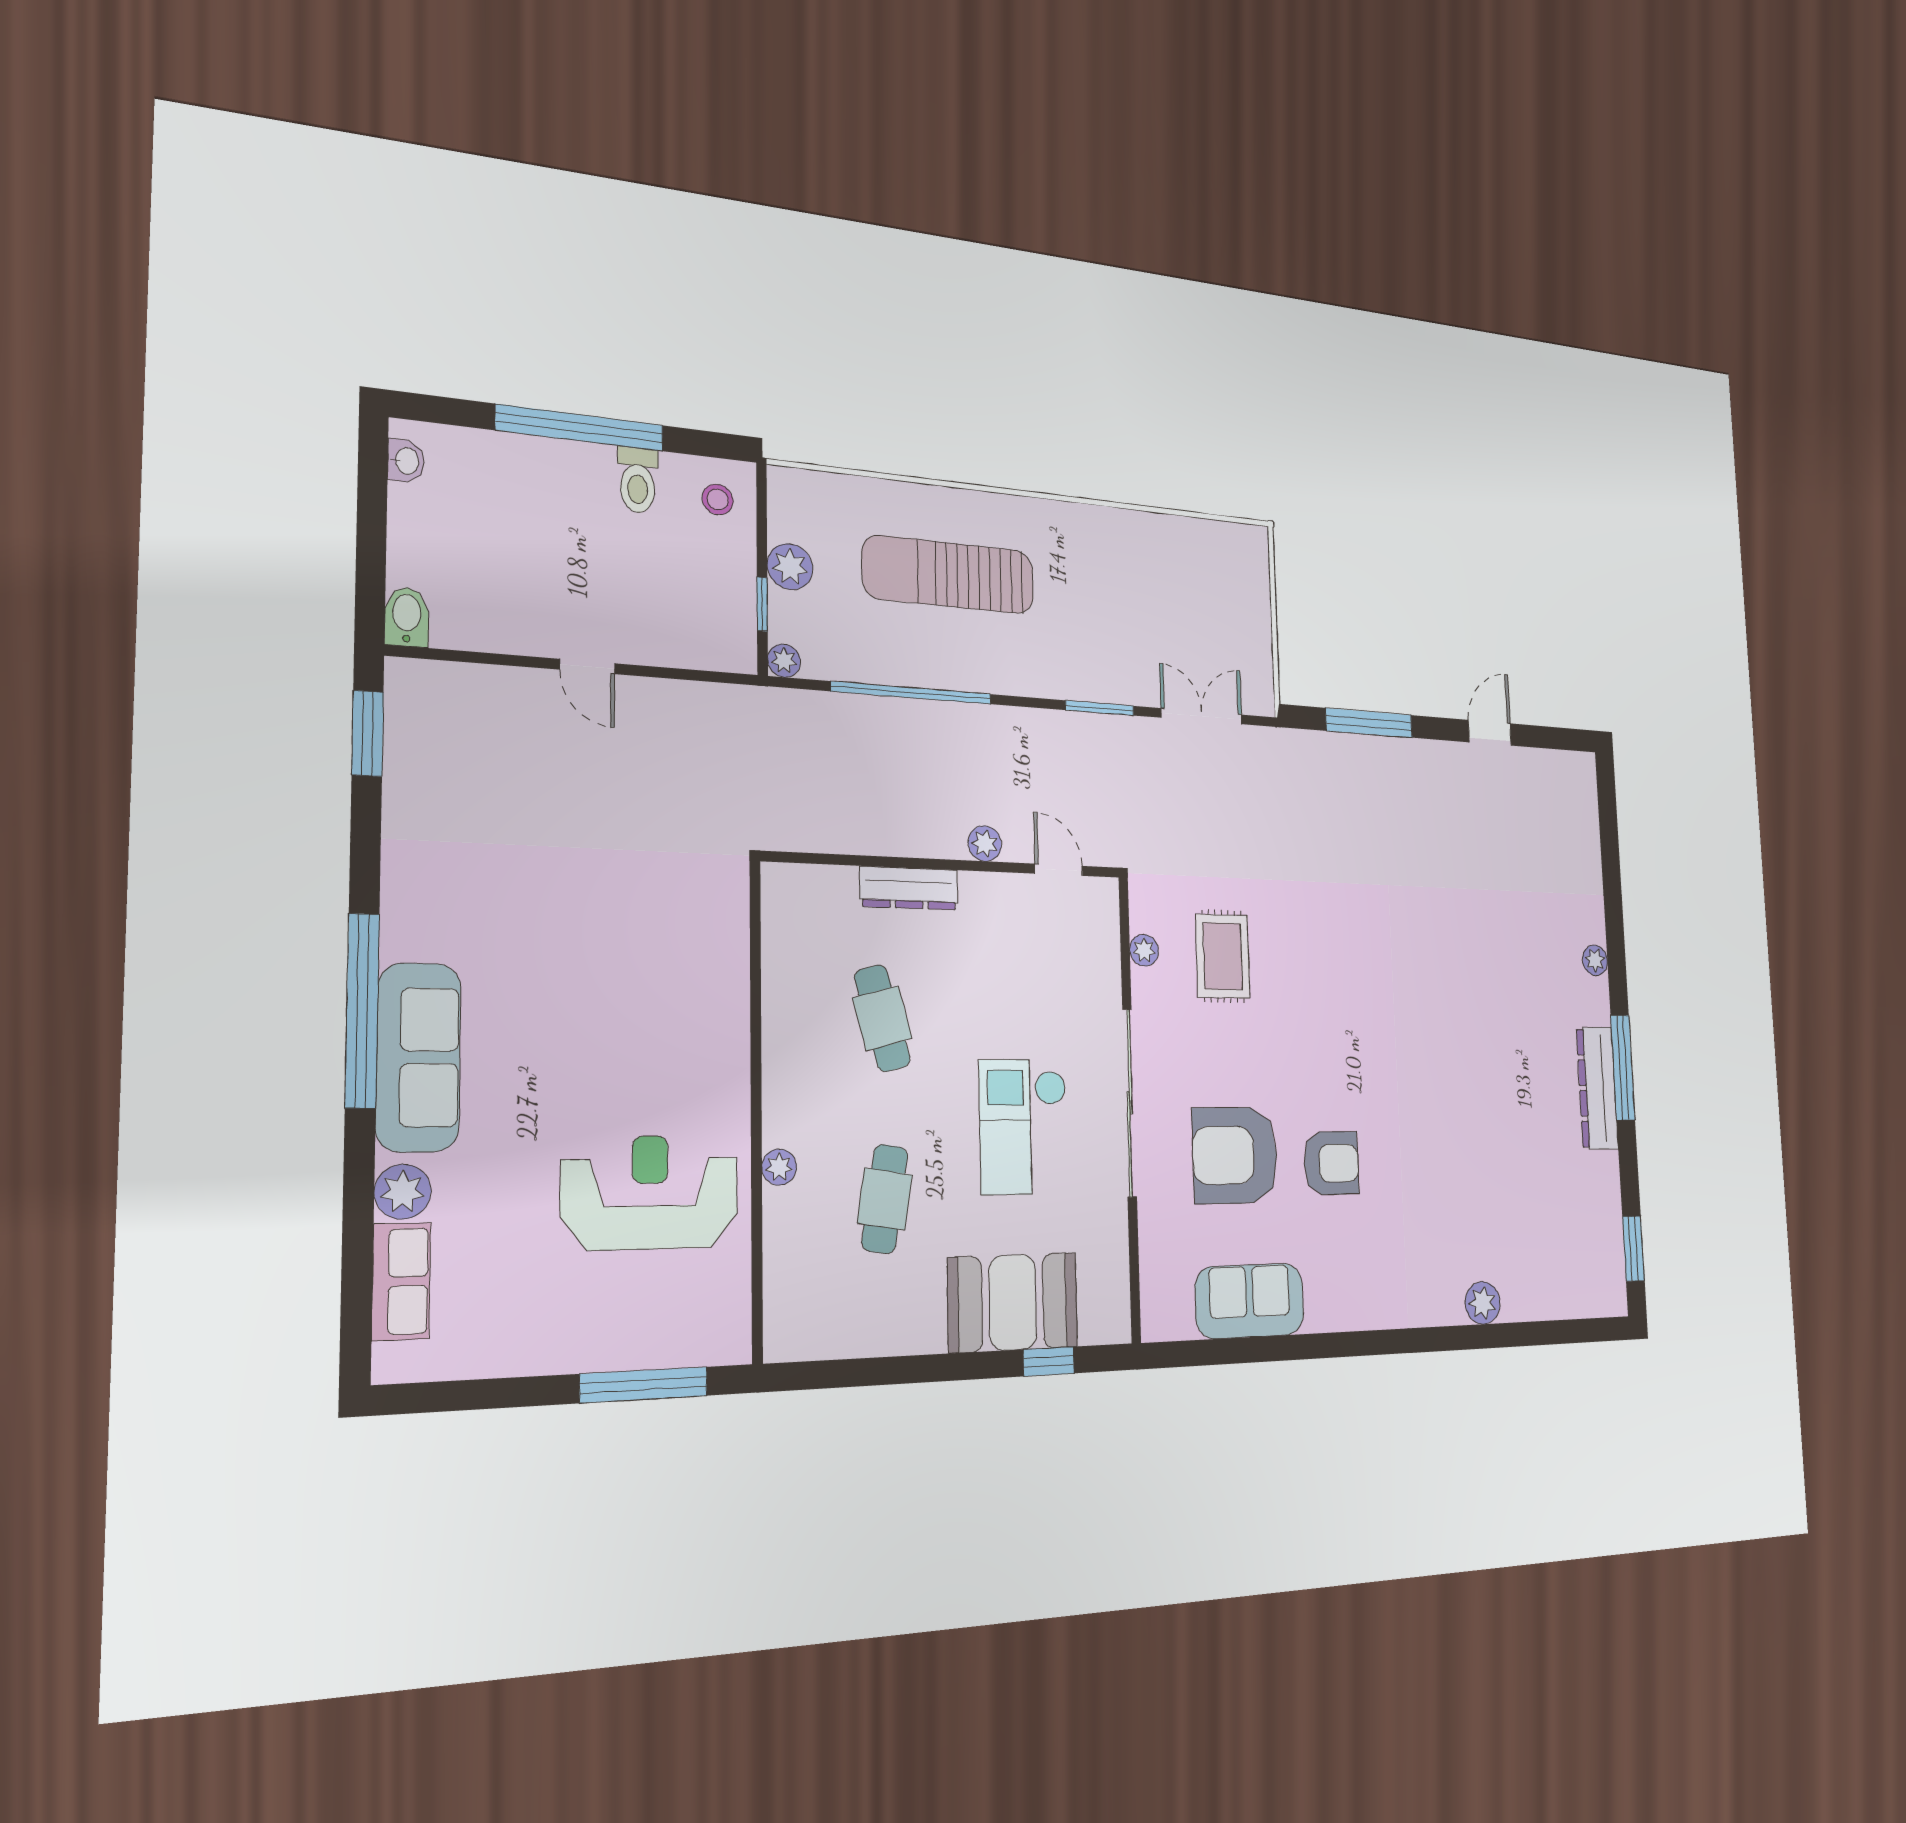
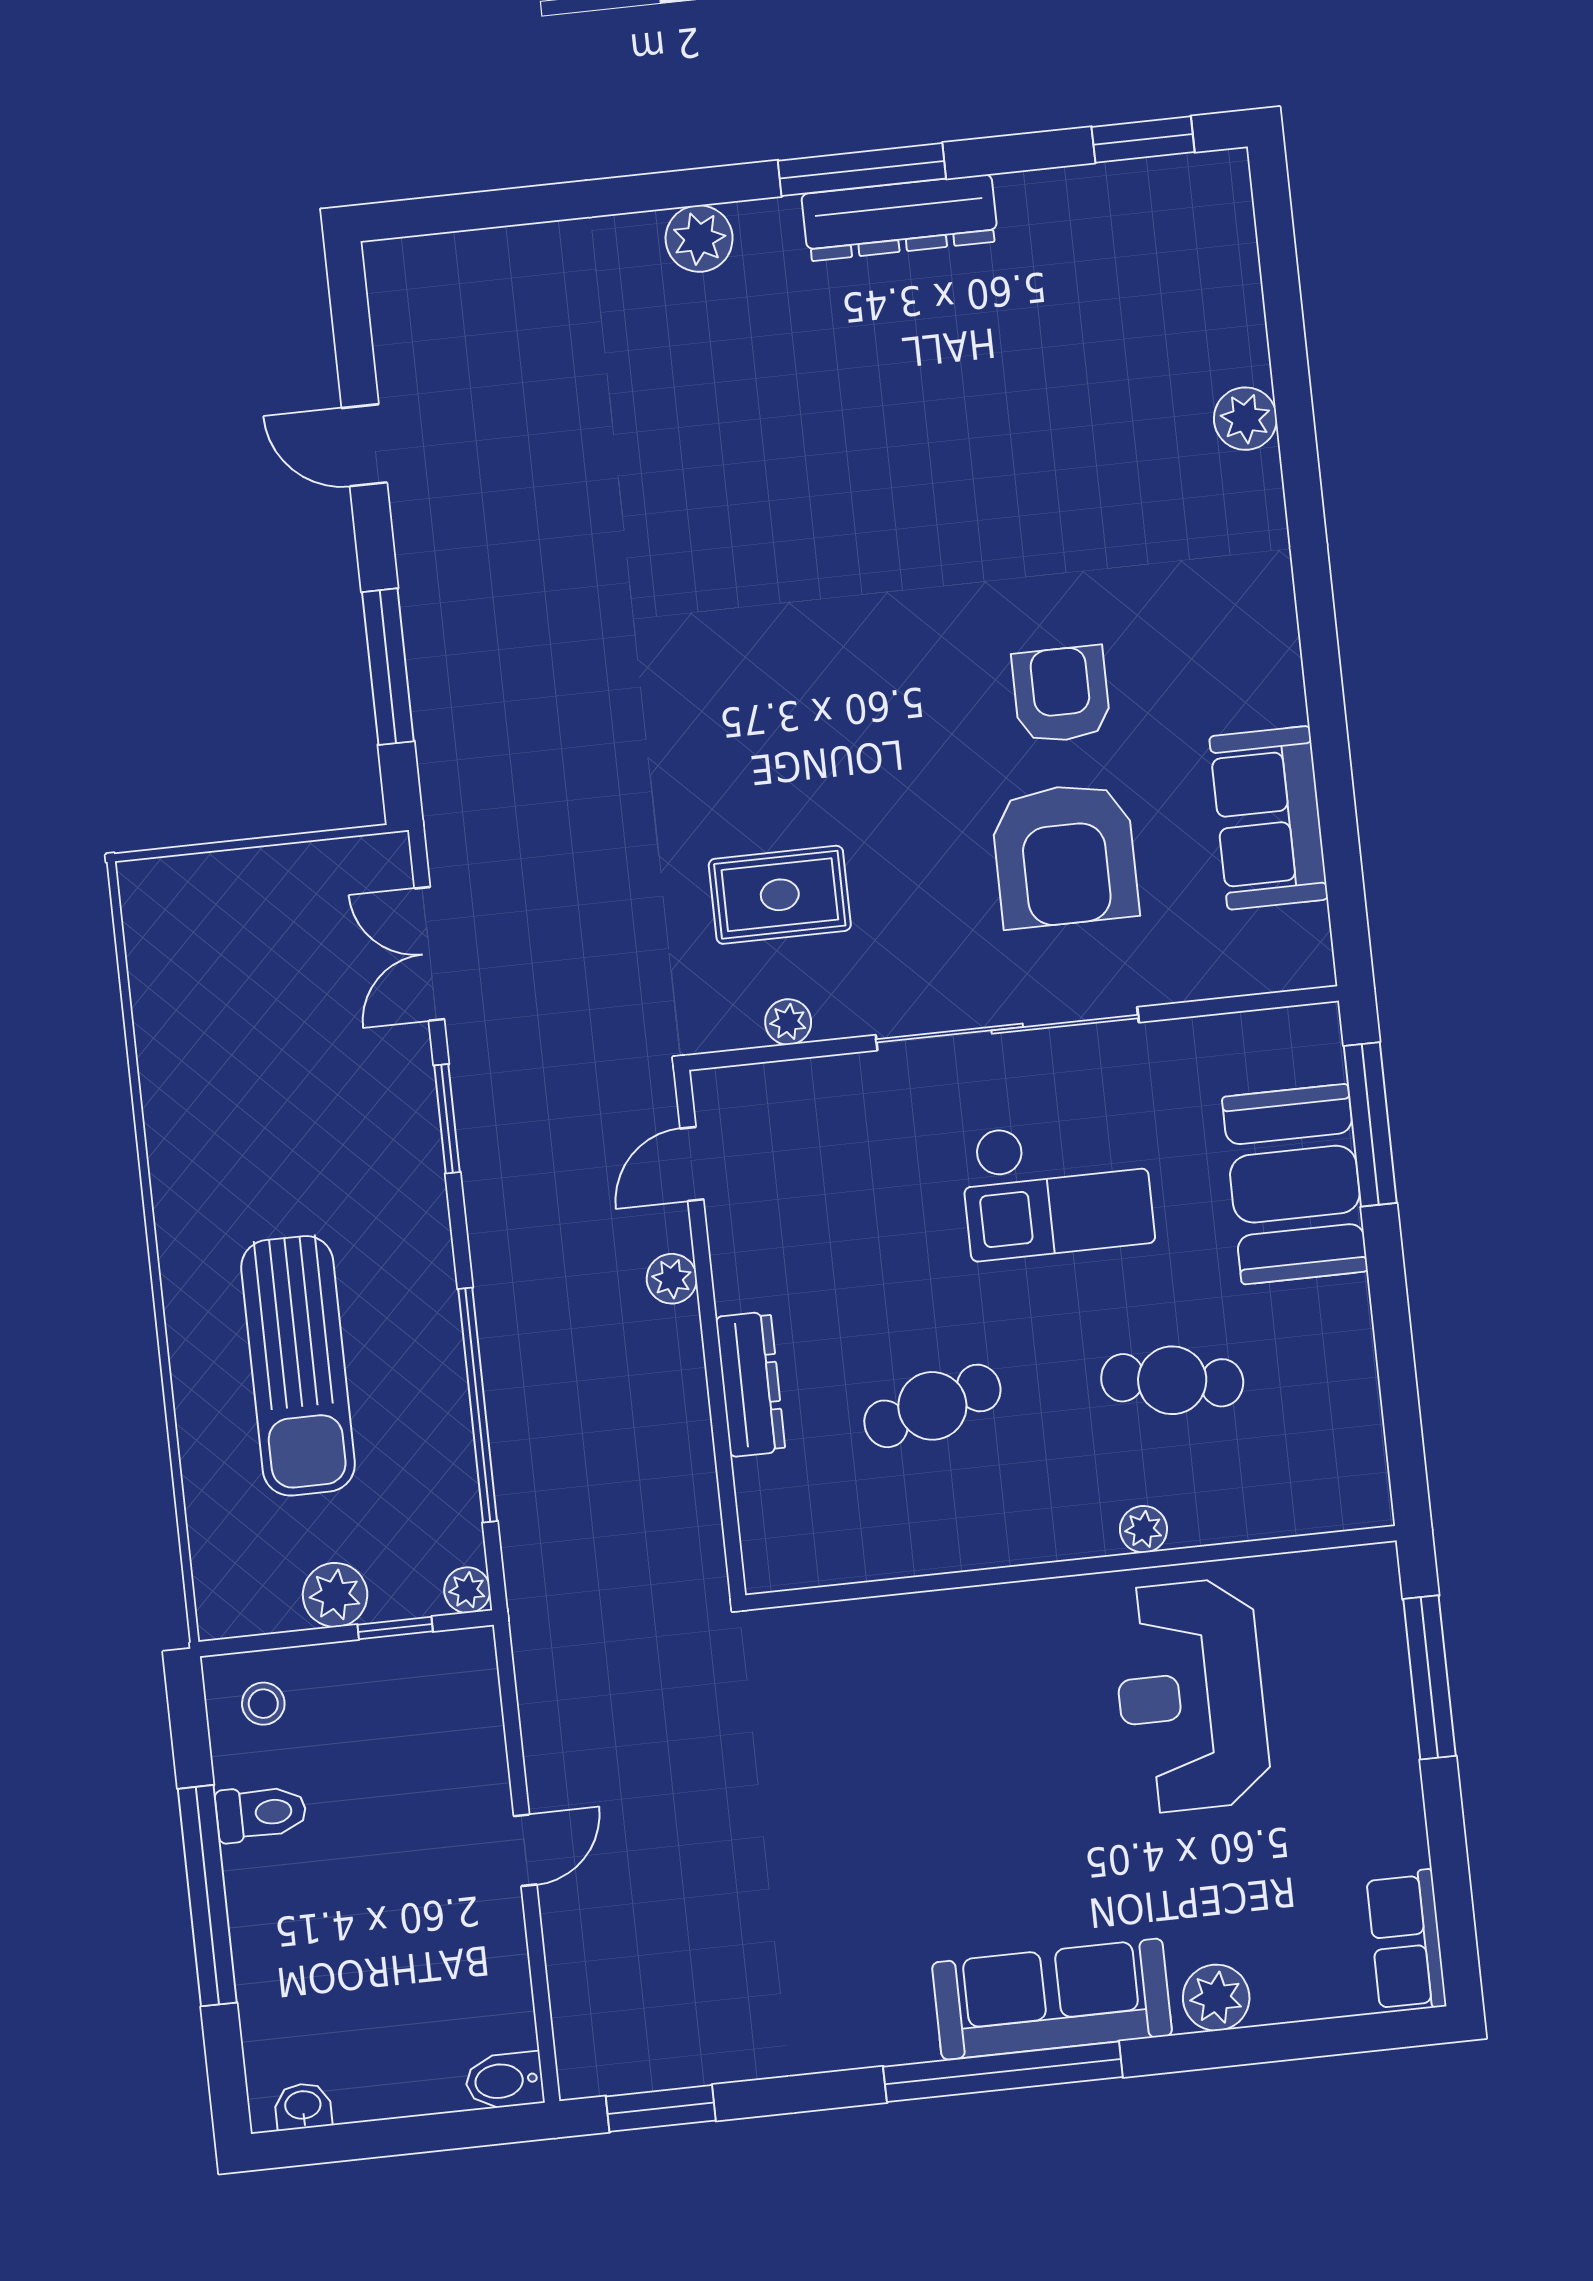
plant: (1595, 960) -> (699, 239), width x1.38, depth x1.38
row of seats: (401, 1281) -> (1406, 1941), moved, turned -90
window: (1049, 1361) -> (1370, 1124), width x2.17

